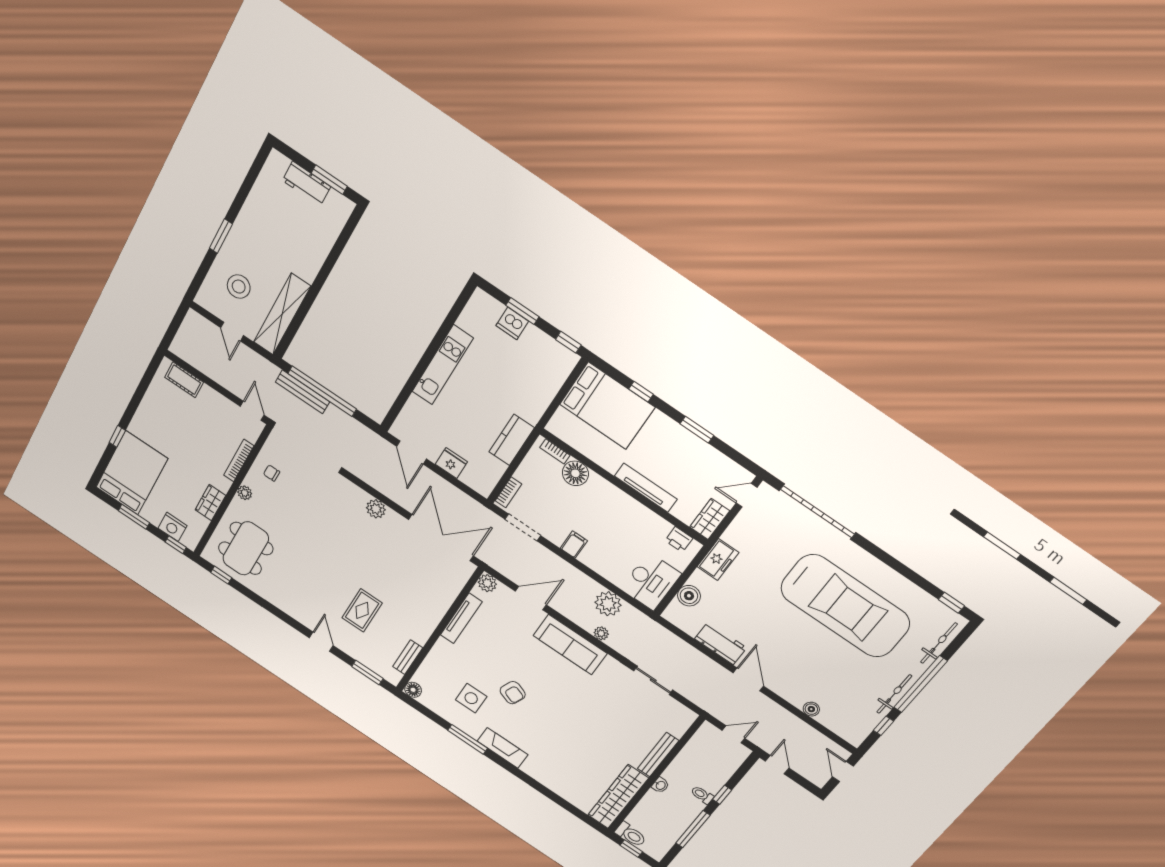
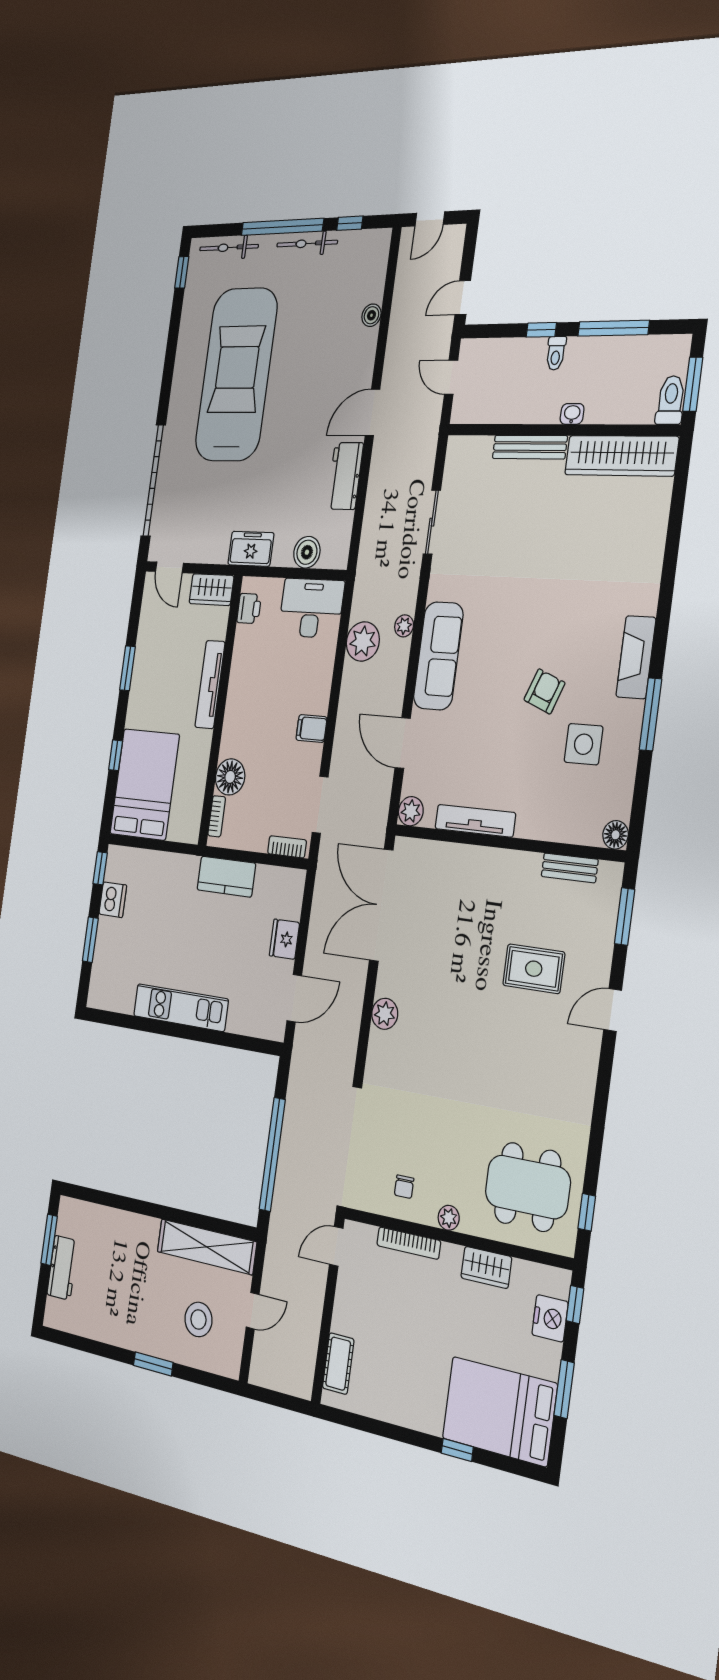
dishwasher: (512, 323) -> (113, 900), moved
bench: (302, 392) -> (284, 1182), removed
window: (631, 849) -> (693, 384), width x1.50

